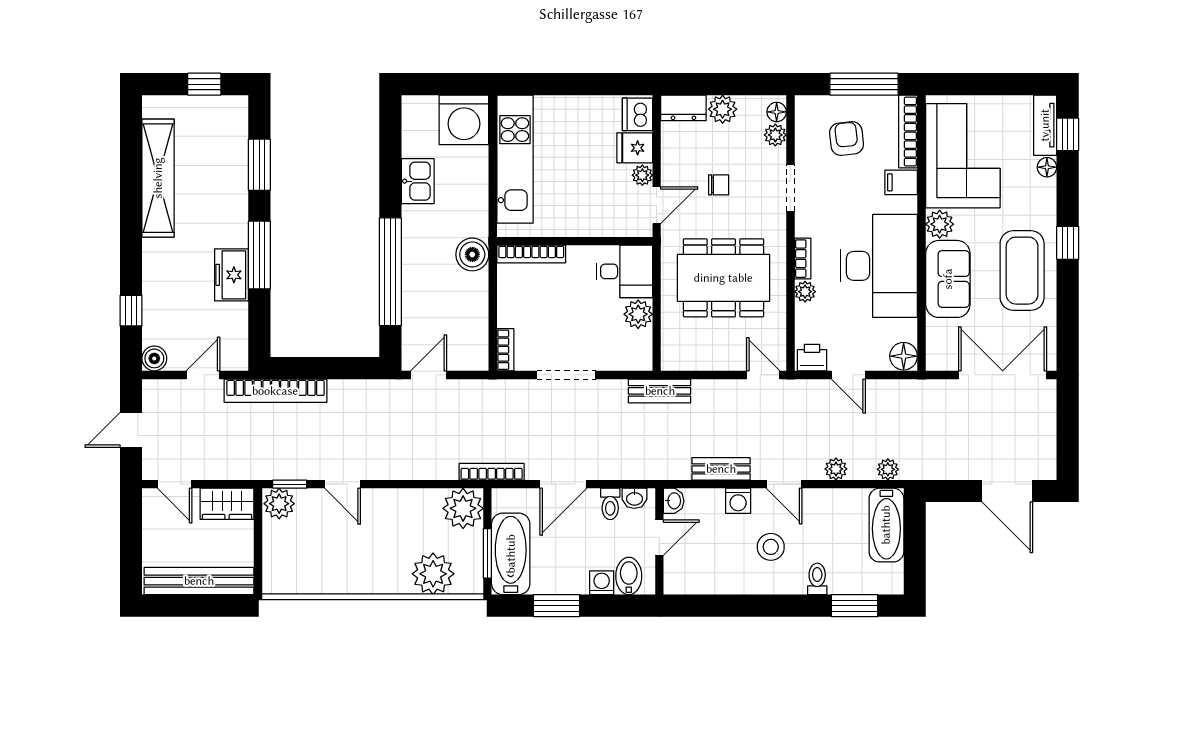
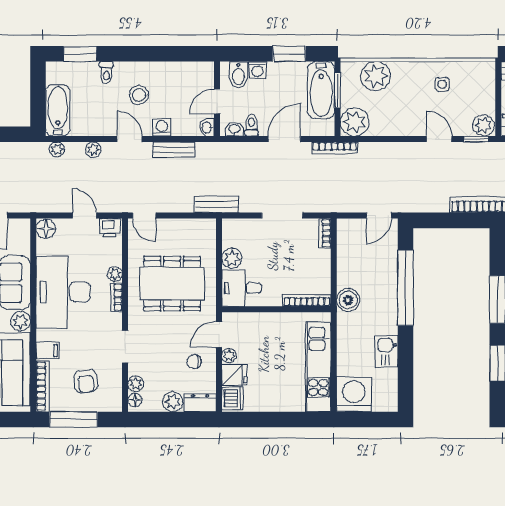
chair: (719, 185) -> (194, 362), moved
side table: (338, 562) -> (442, 84), added

